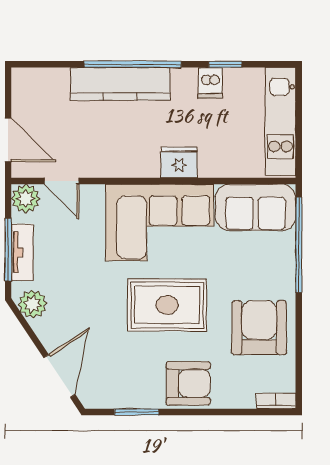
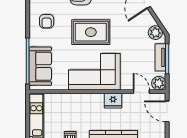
fridge: (179, 162) -> (113, 101), moved
sofa: (256, 207) -> (40, 66), moved, turned 90
armchair: (259, 328) -> (47, 21), width x0.53, depth x0.53

